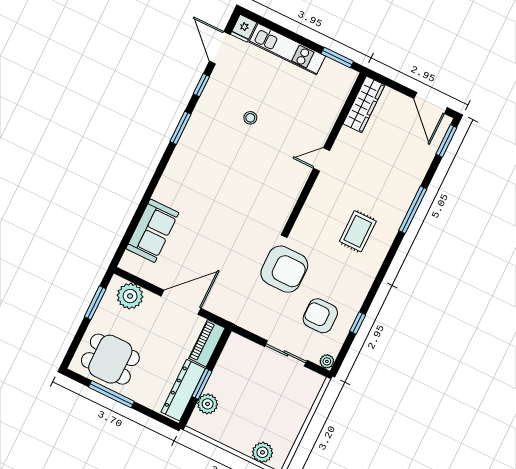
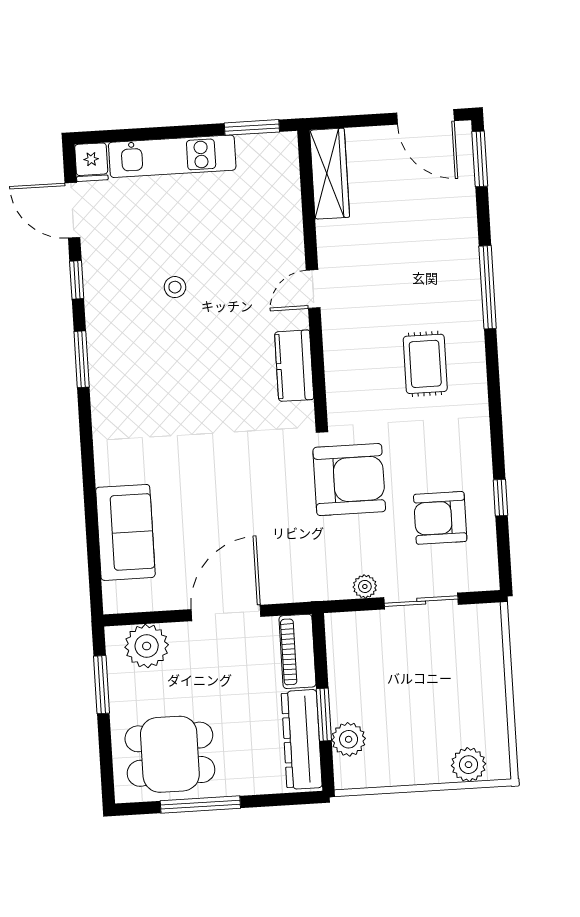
kitchen counter: (289, 194) -> (294, 366), added
plant: (327, 361) -> (365, 586), moved

